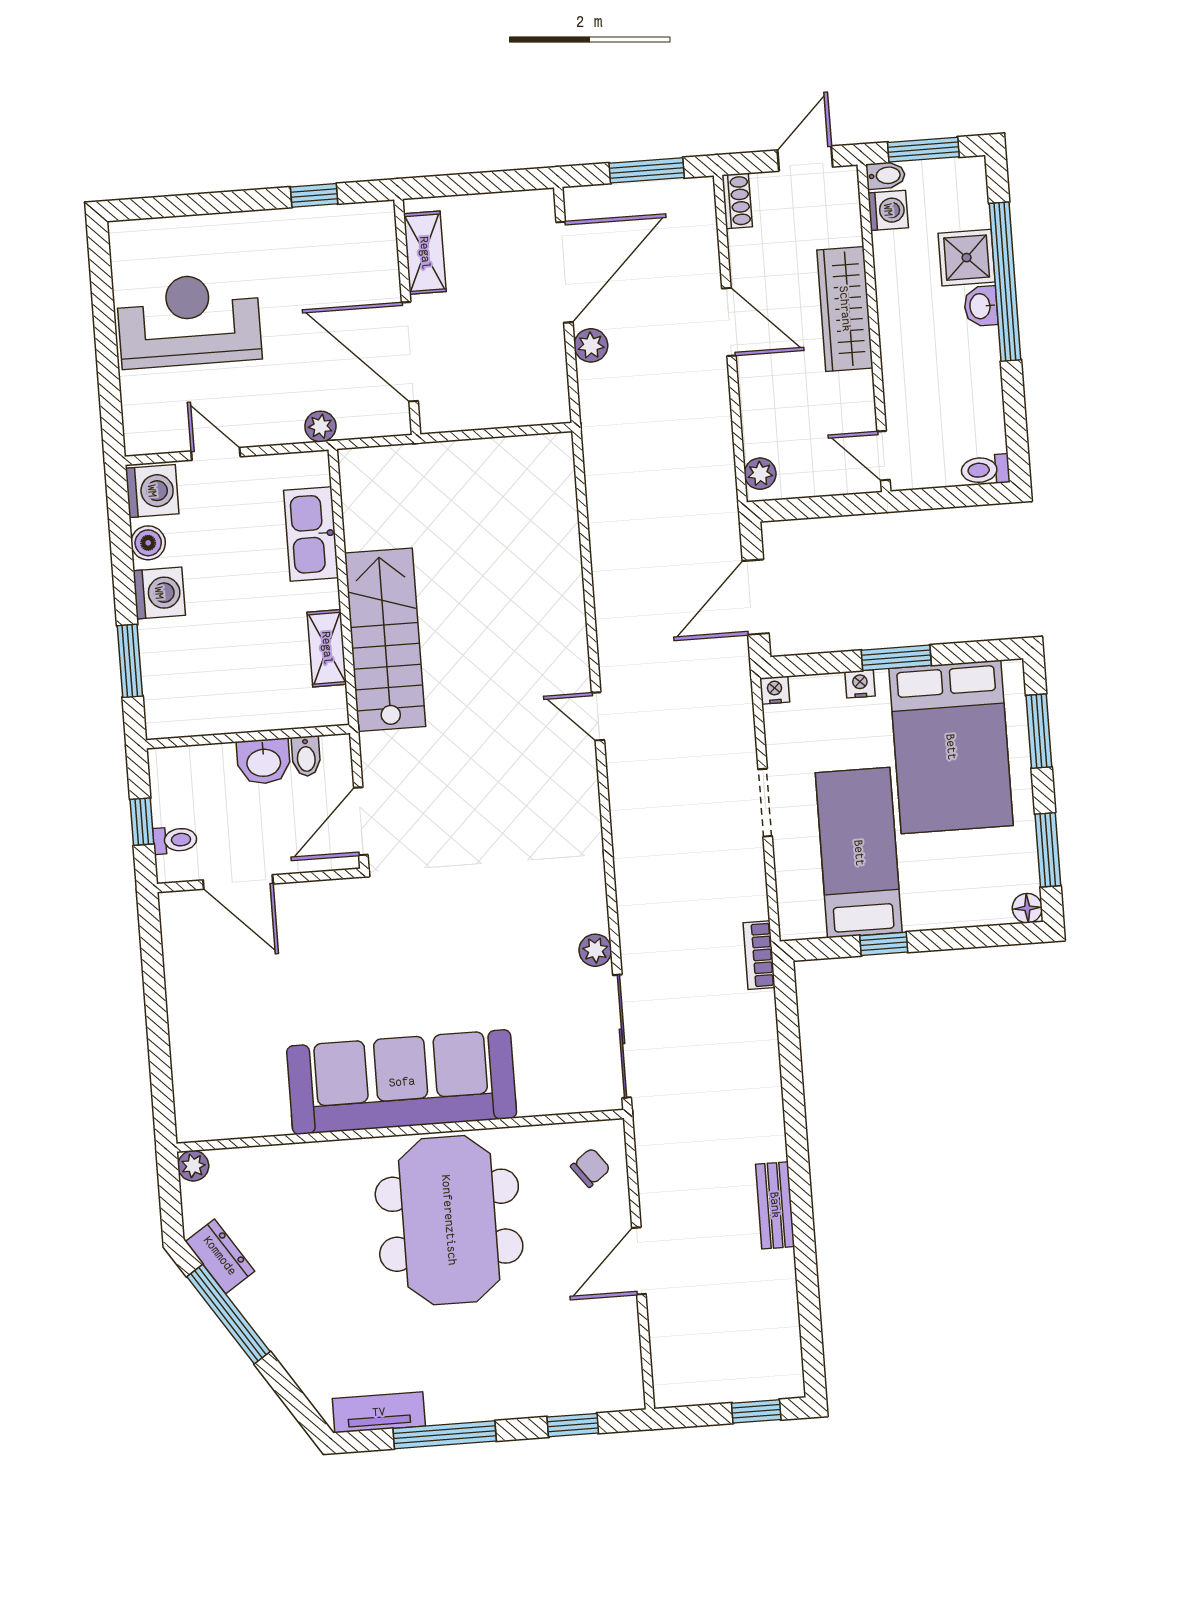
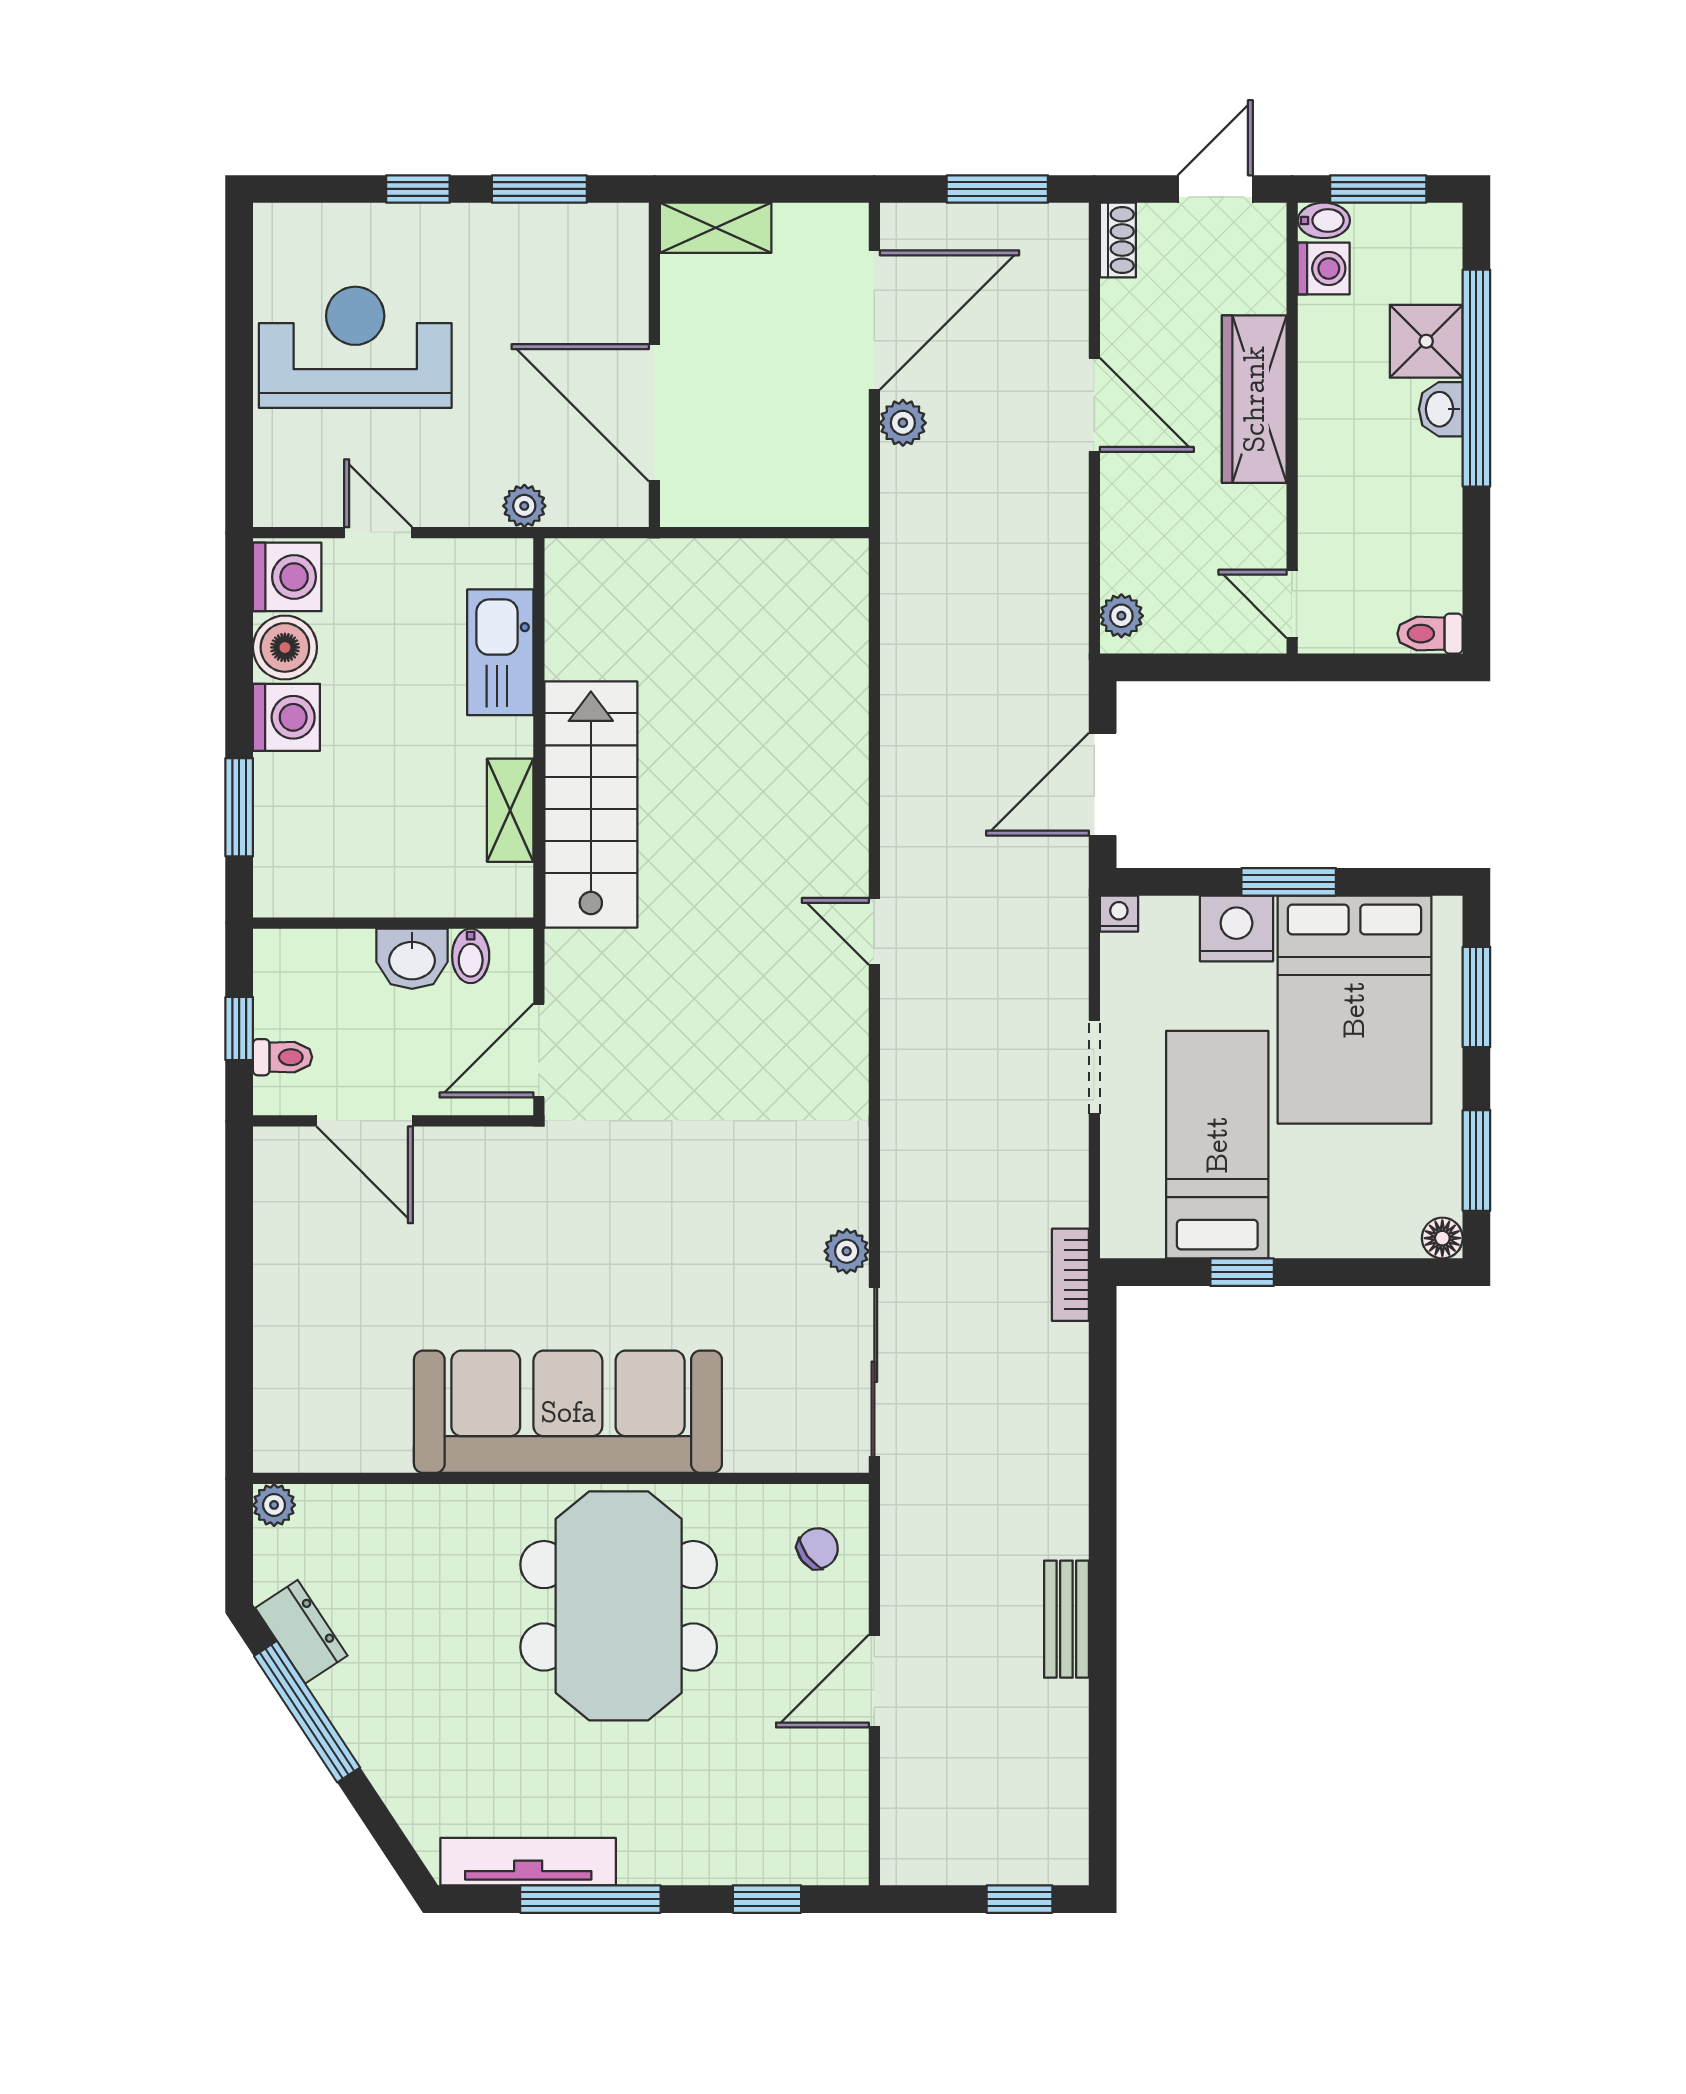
window: (314, 195) -> (539, 189), width x1.50
window: (226, 202) -> (418, 189), added
shelving: (425, 253) -> (716, 228), moved, turned 90
boiler: (148, 543) -> (285, 647), width x1.36, depth x1.36
nightstand: (860, 684) -> (1236, 928), width x1.89, depth x1.79
tv unit: (379, 1412) -> (528, 1862), width x1.41

